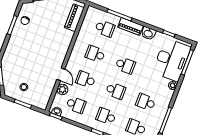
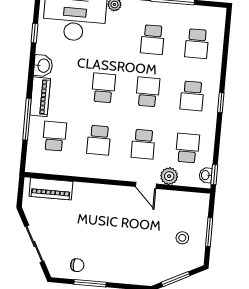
door: (61, 74) -> (146, 185), swing flipped

